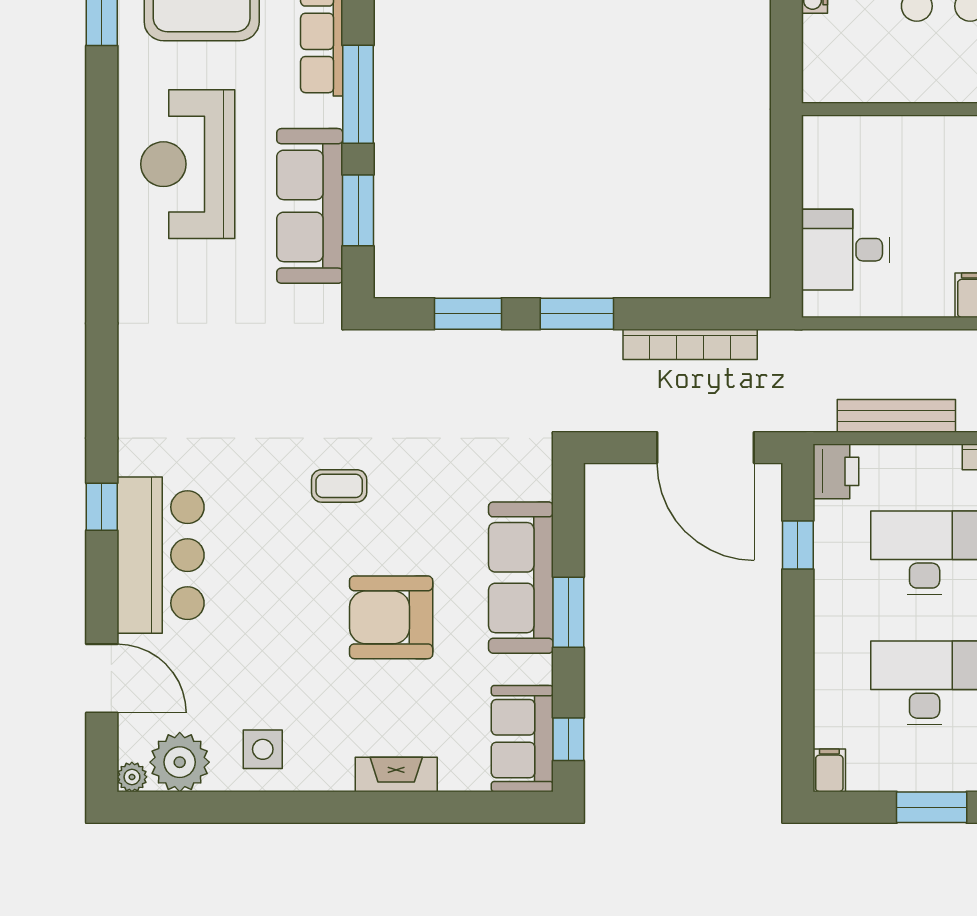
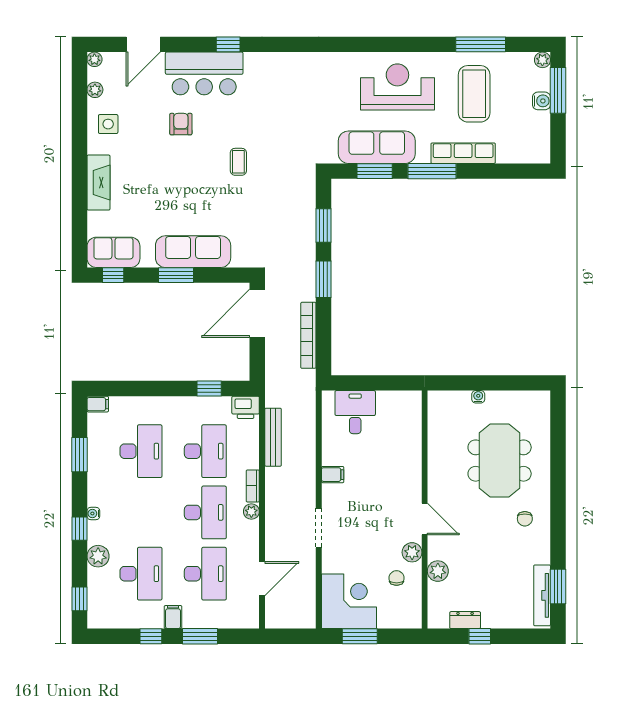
door: (706, 448) -> (257, 313), moved
armchair: (391, 617) -> (181, 124), moved, width x0.53, depth x0.53
plant: (180, 762) -> (95, 90), width x0.53, depth x0.53
fireplace: (396, 774) -> (98, 183), width x1.37, depth x1.32

